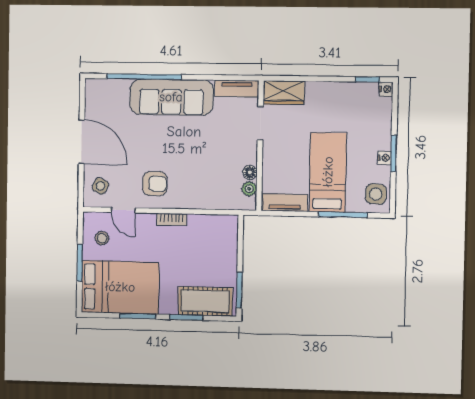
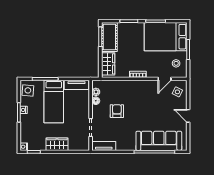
wardrobe: (284, 93) -> (57, 144), moved
sofa: (171, 97) -> (159, 141), moved
door: (82, 142) -> (188, 116), width x0.53
armchair: (155, 184) -> (117, 111), moved, turned 90
door: (123, 210) -> (165, 79), swing flipped
wardrobe: (226, 240) -> (108, 64), added
cot: (205, 301) -> (109, 37), moved, turned 90

